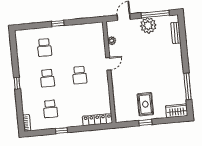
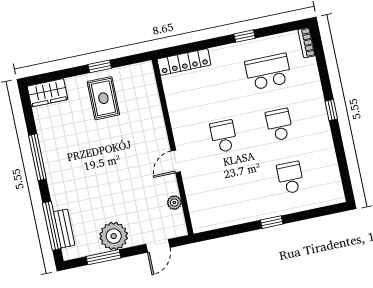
window: (155, 14) -> (104, 257), width x0.69
window: (183, 35) -> (52, 226), added
window: (188, 86) -> (37, 157), moved
school desk: (50, 109) -> (268, 72), width x1.85

